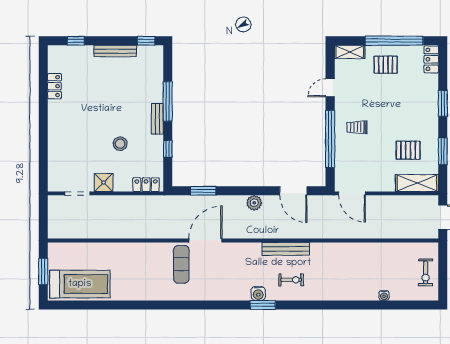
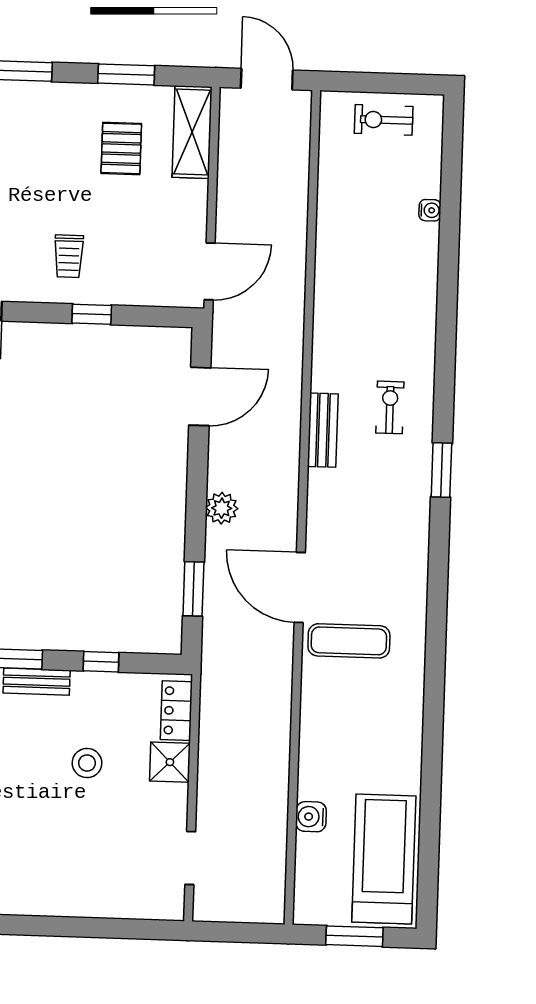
window: (330, 139) -> (92, 314), width x0.32
shower: (104, 182) -> (170, 762), moved
plant: (254, 203) -> (222, 508), moved
bench: (286, 249) -> (323, 430), width x0.73
exercise bike: (426, 272) -> (384, 120), turned 180
water cooler: (258, 293) -> (311, 817), moved, turned 180

